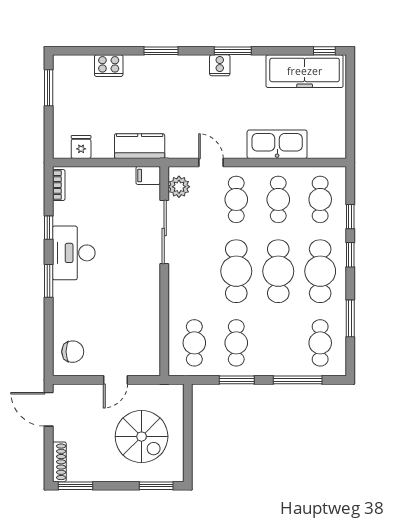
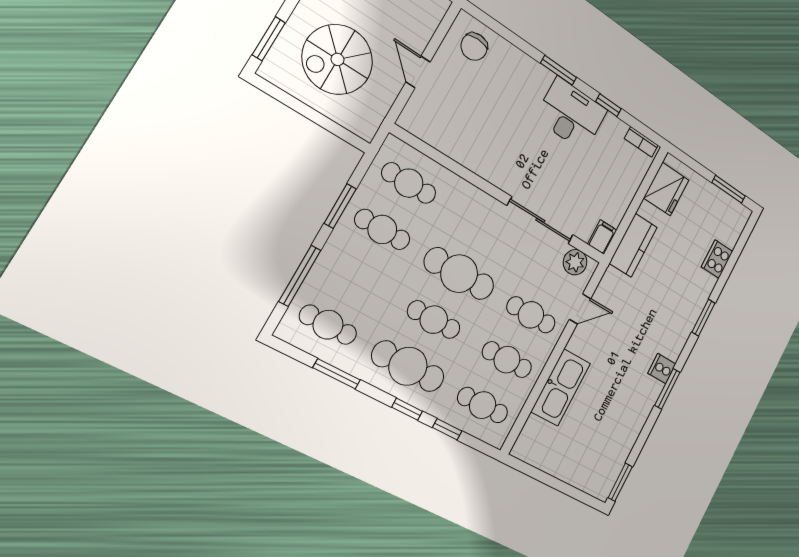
window: (324, 51) -> (620, 482), width x1.50
freezer: (305, 71) -> (613, 452), removed
fridge: (81, 147) -> (666, 189), width x1.88, depth x1.34
cafe table: (278, 271) -> (434, 320), width x0.73, depth x0.74

